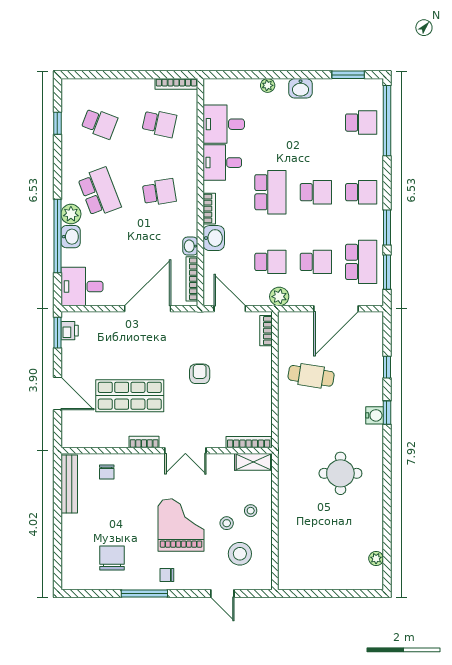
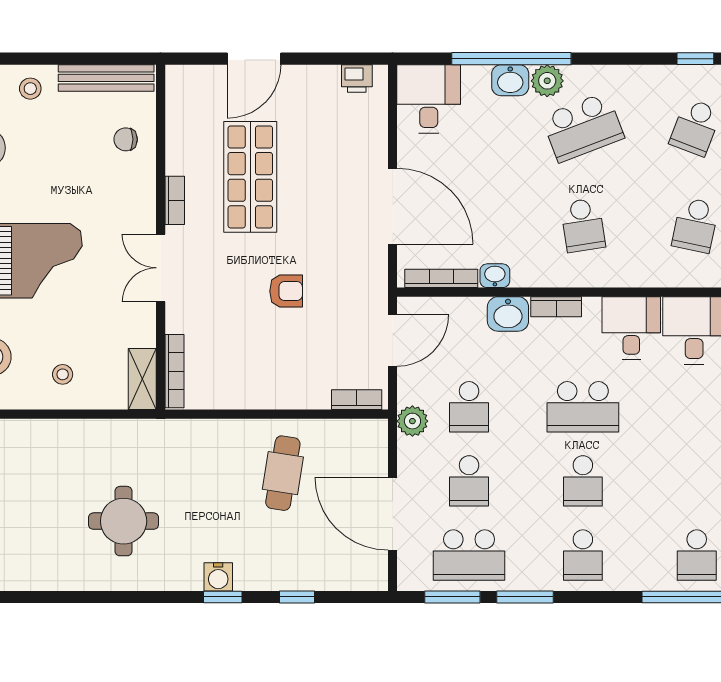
window: (57, 333) -> (353, 59), removed
stool: (227, 523) -> (30, 89), moved

